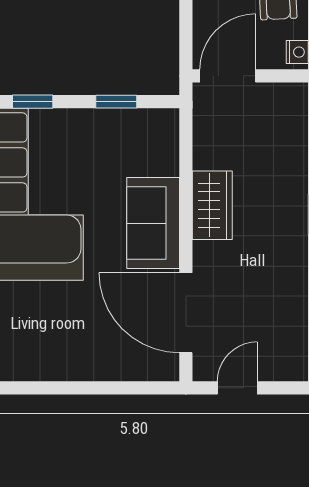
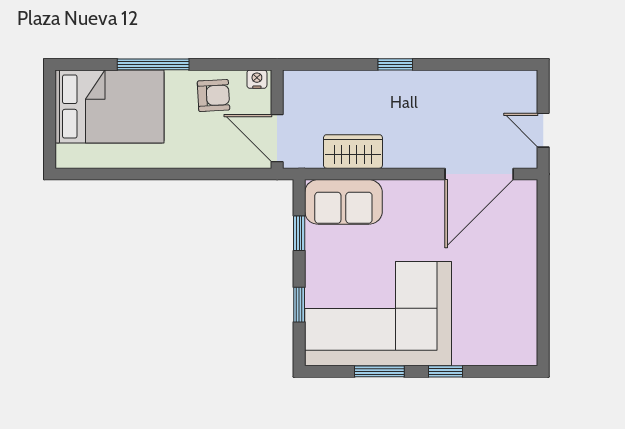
wardrobe: (212, 205) -> (353, 152), moved
sofa: (153, 223) -> (343, 202), moved

